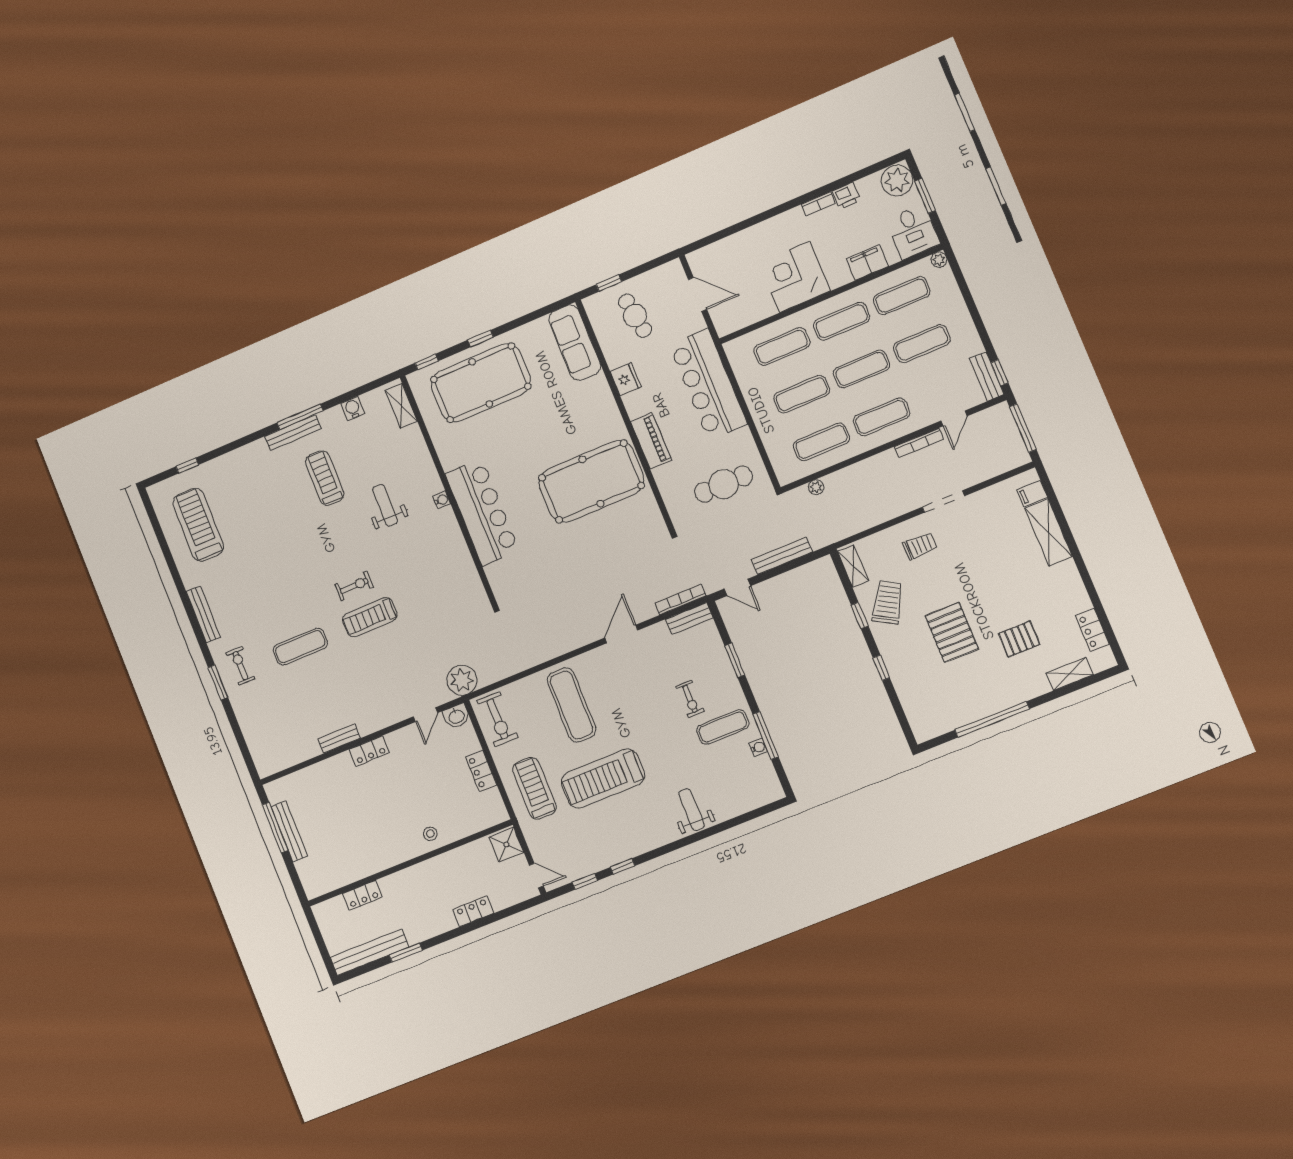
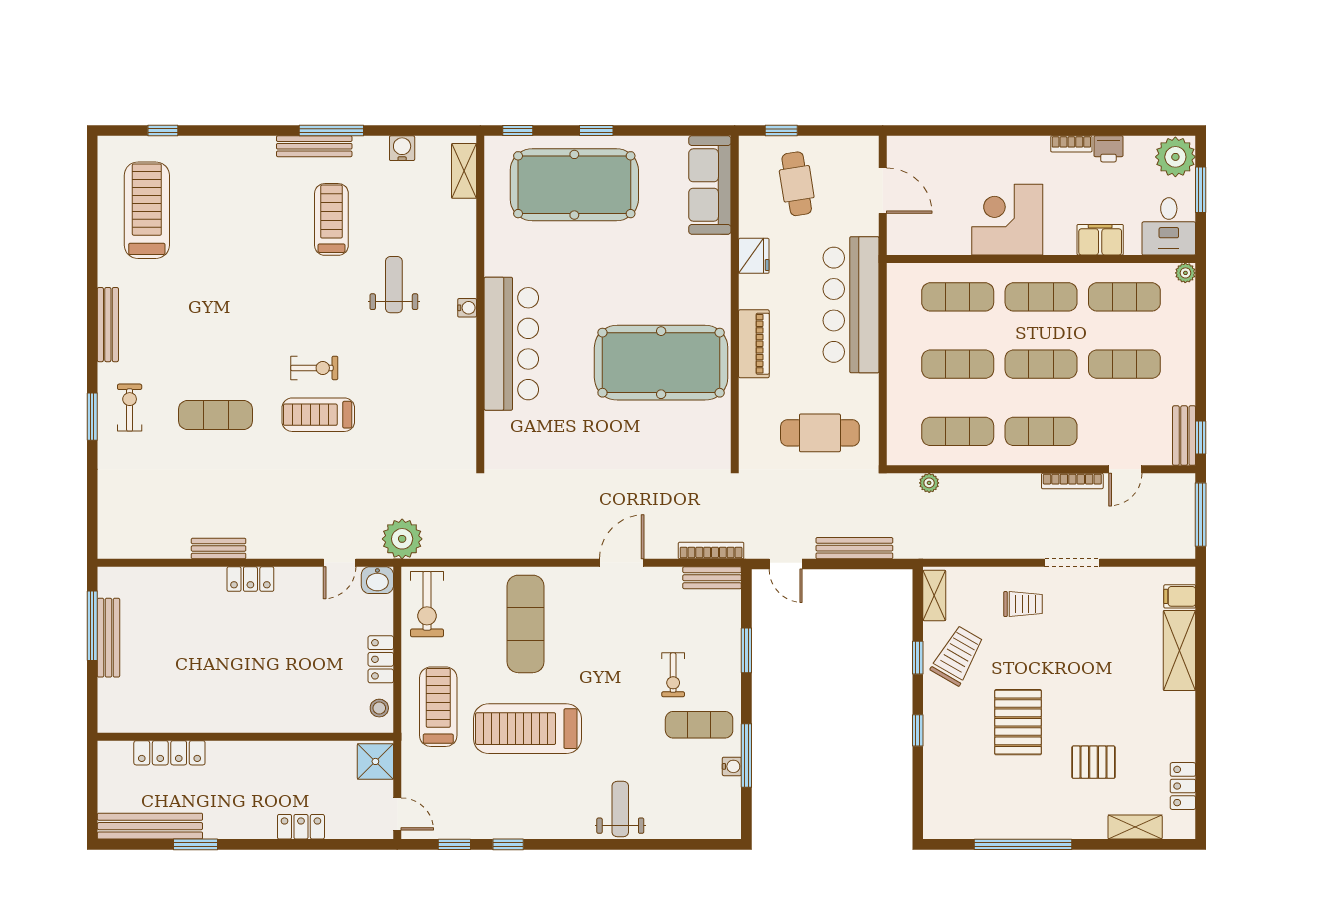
stool: (430, 834) -> (379, 708), moved
locker: (362, 895) -> (169, 753), width x1.53

